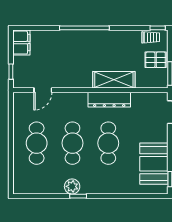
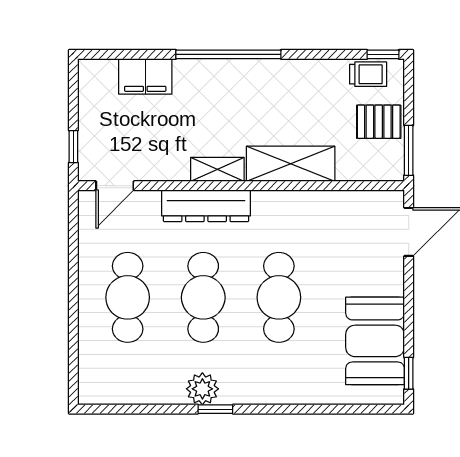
filing cabinet: (21, 43) -> (145, 76), moved, turned 90
shelving: (79, 82) -> (217, 169), added
door: (43, 90) -> (115, 186), moved
dresser: (109, 100) -> (206, 206), moved

